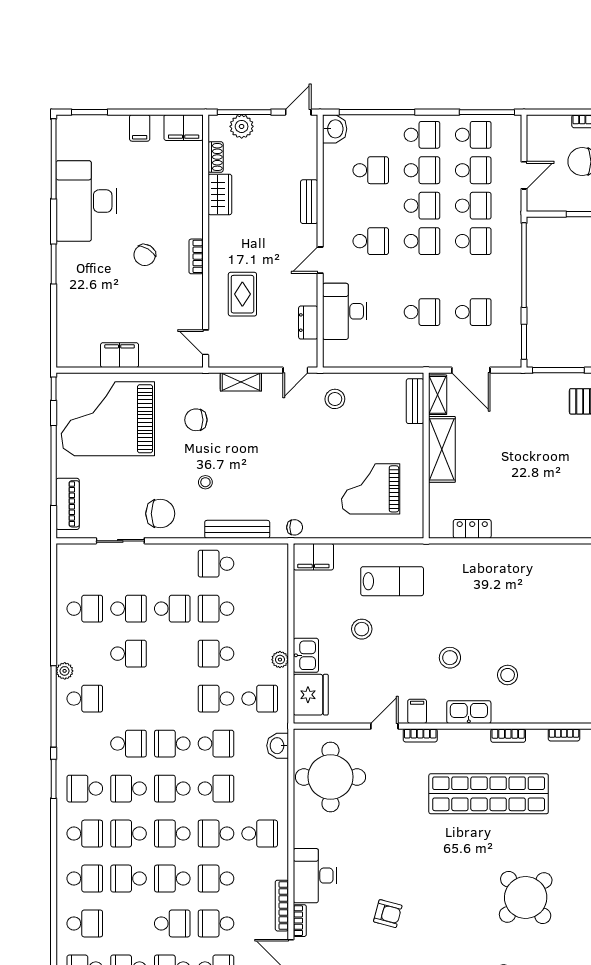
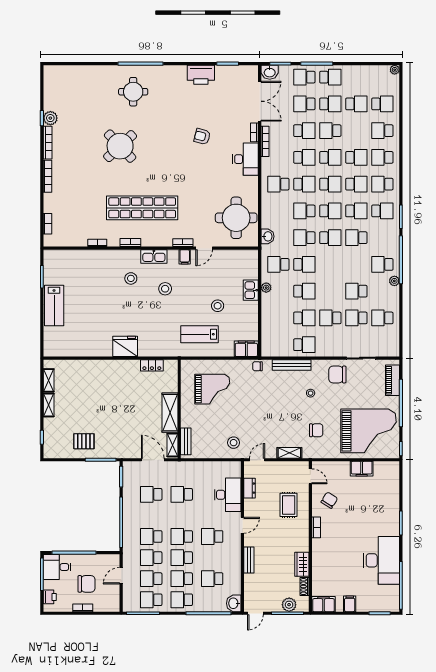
chair: (145, 255) -> (329, 500), moved
fridge: (311, 695) -> (125, 346), moved, turned 90

